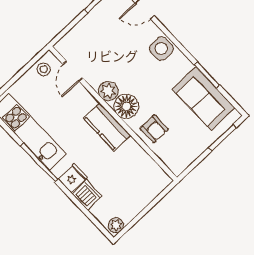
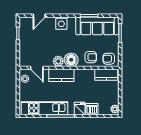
sofa: (203, 98) -> (97, 26), width x1.36
kitchen counter: (107, 127) -> (61, 75), moved
armchair: (175, 154) -> (109, 59), added
kitchen counter: (150, 171) -> (106, 75), added

